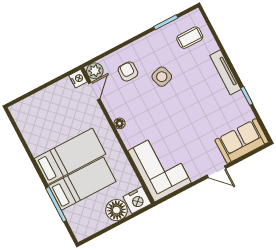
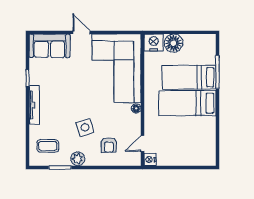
plant: (95, 71) -> (78, 159), moved
corner sofa: (159, 167) -> (117, 68), width x1.36, depth x1.36

